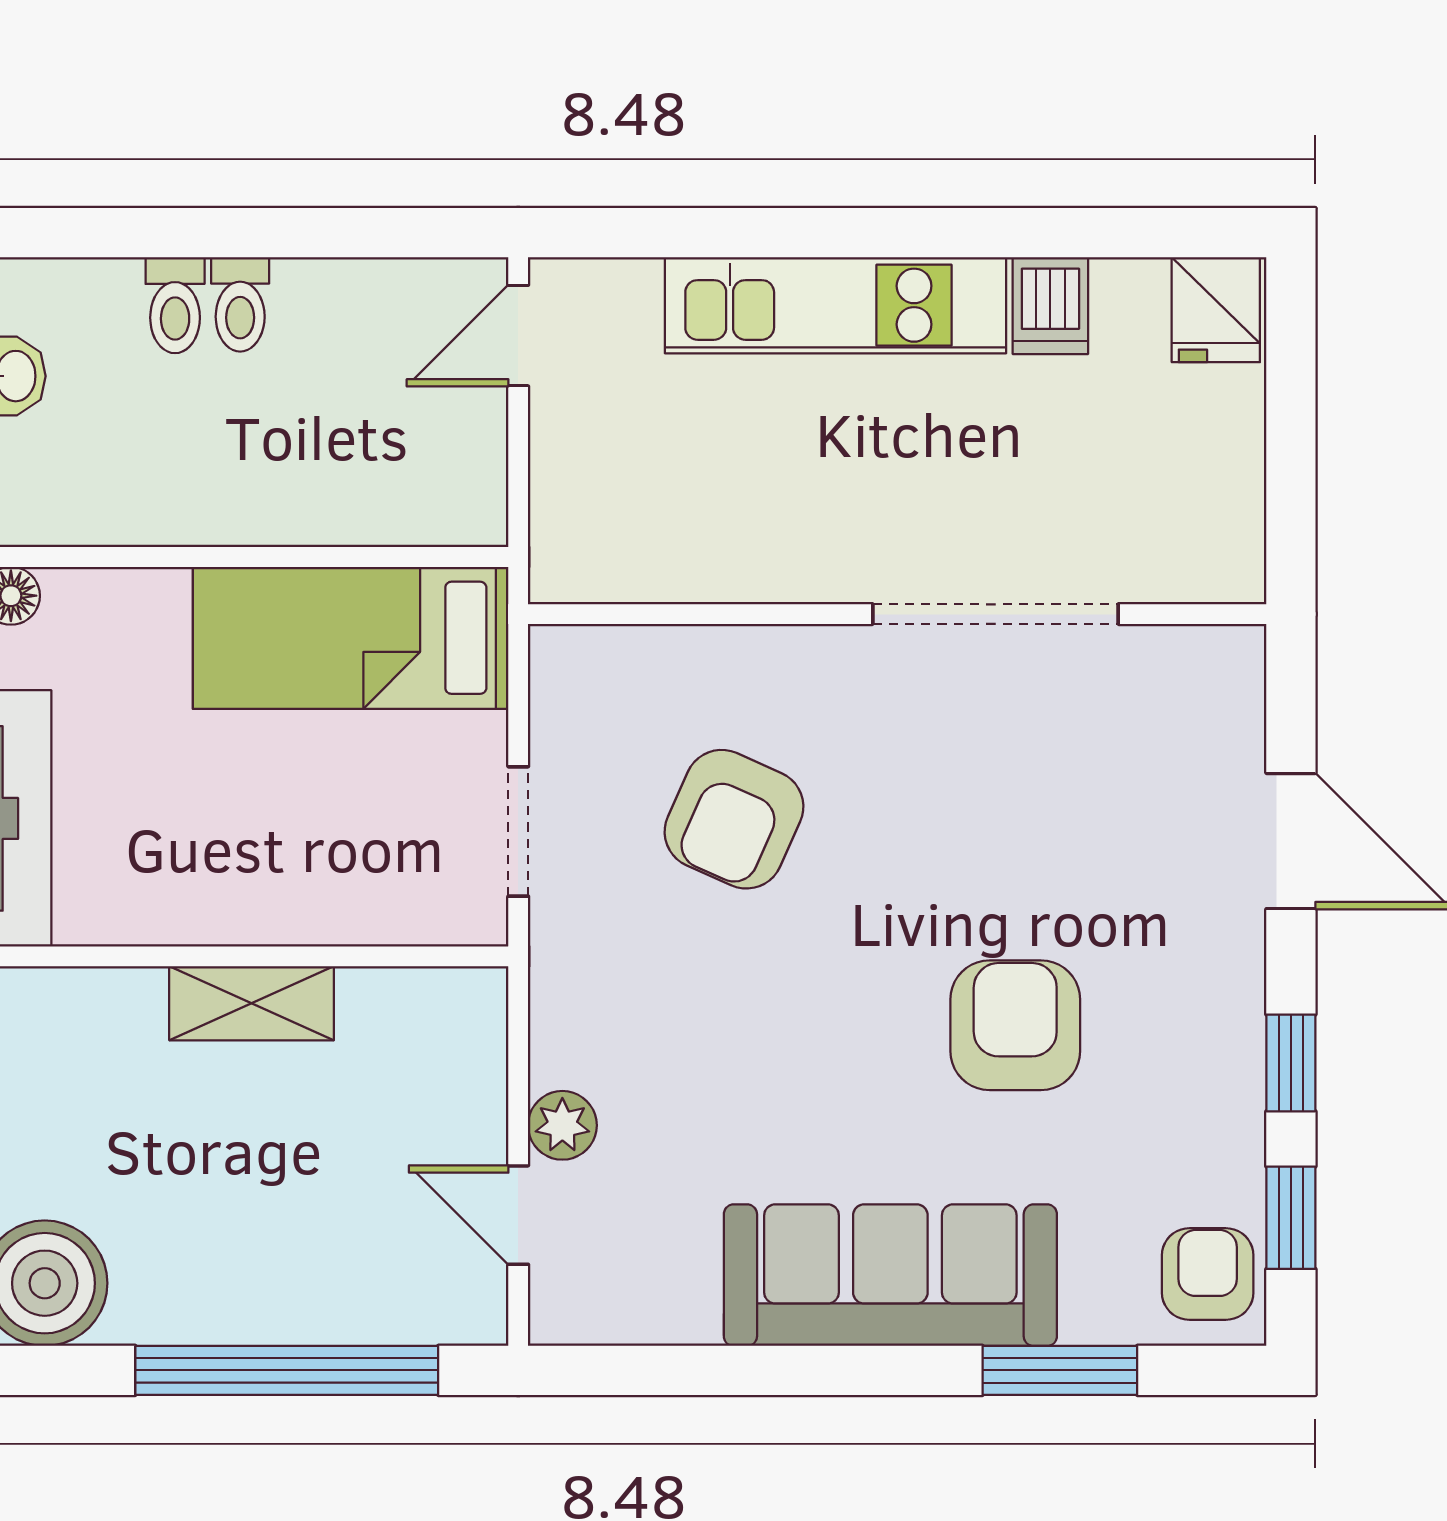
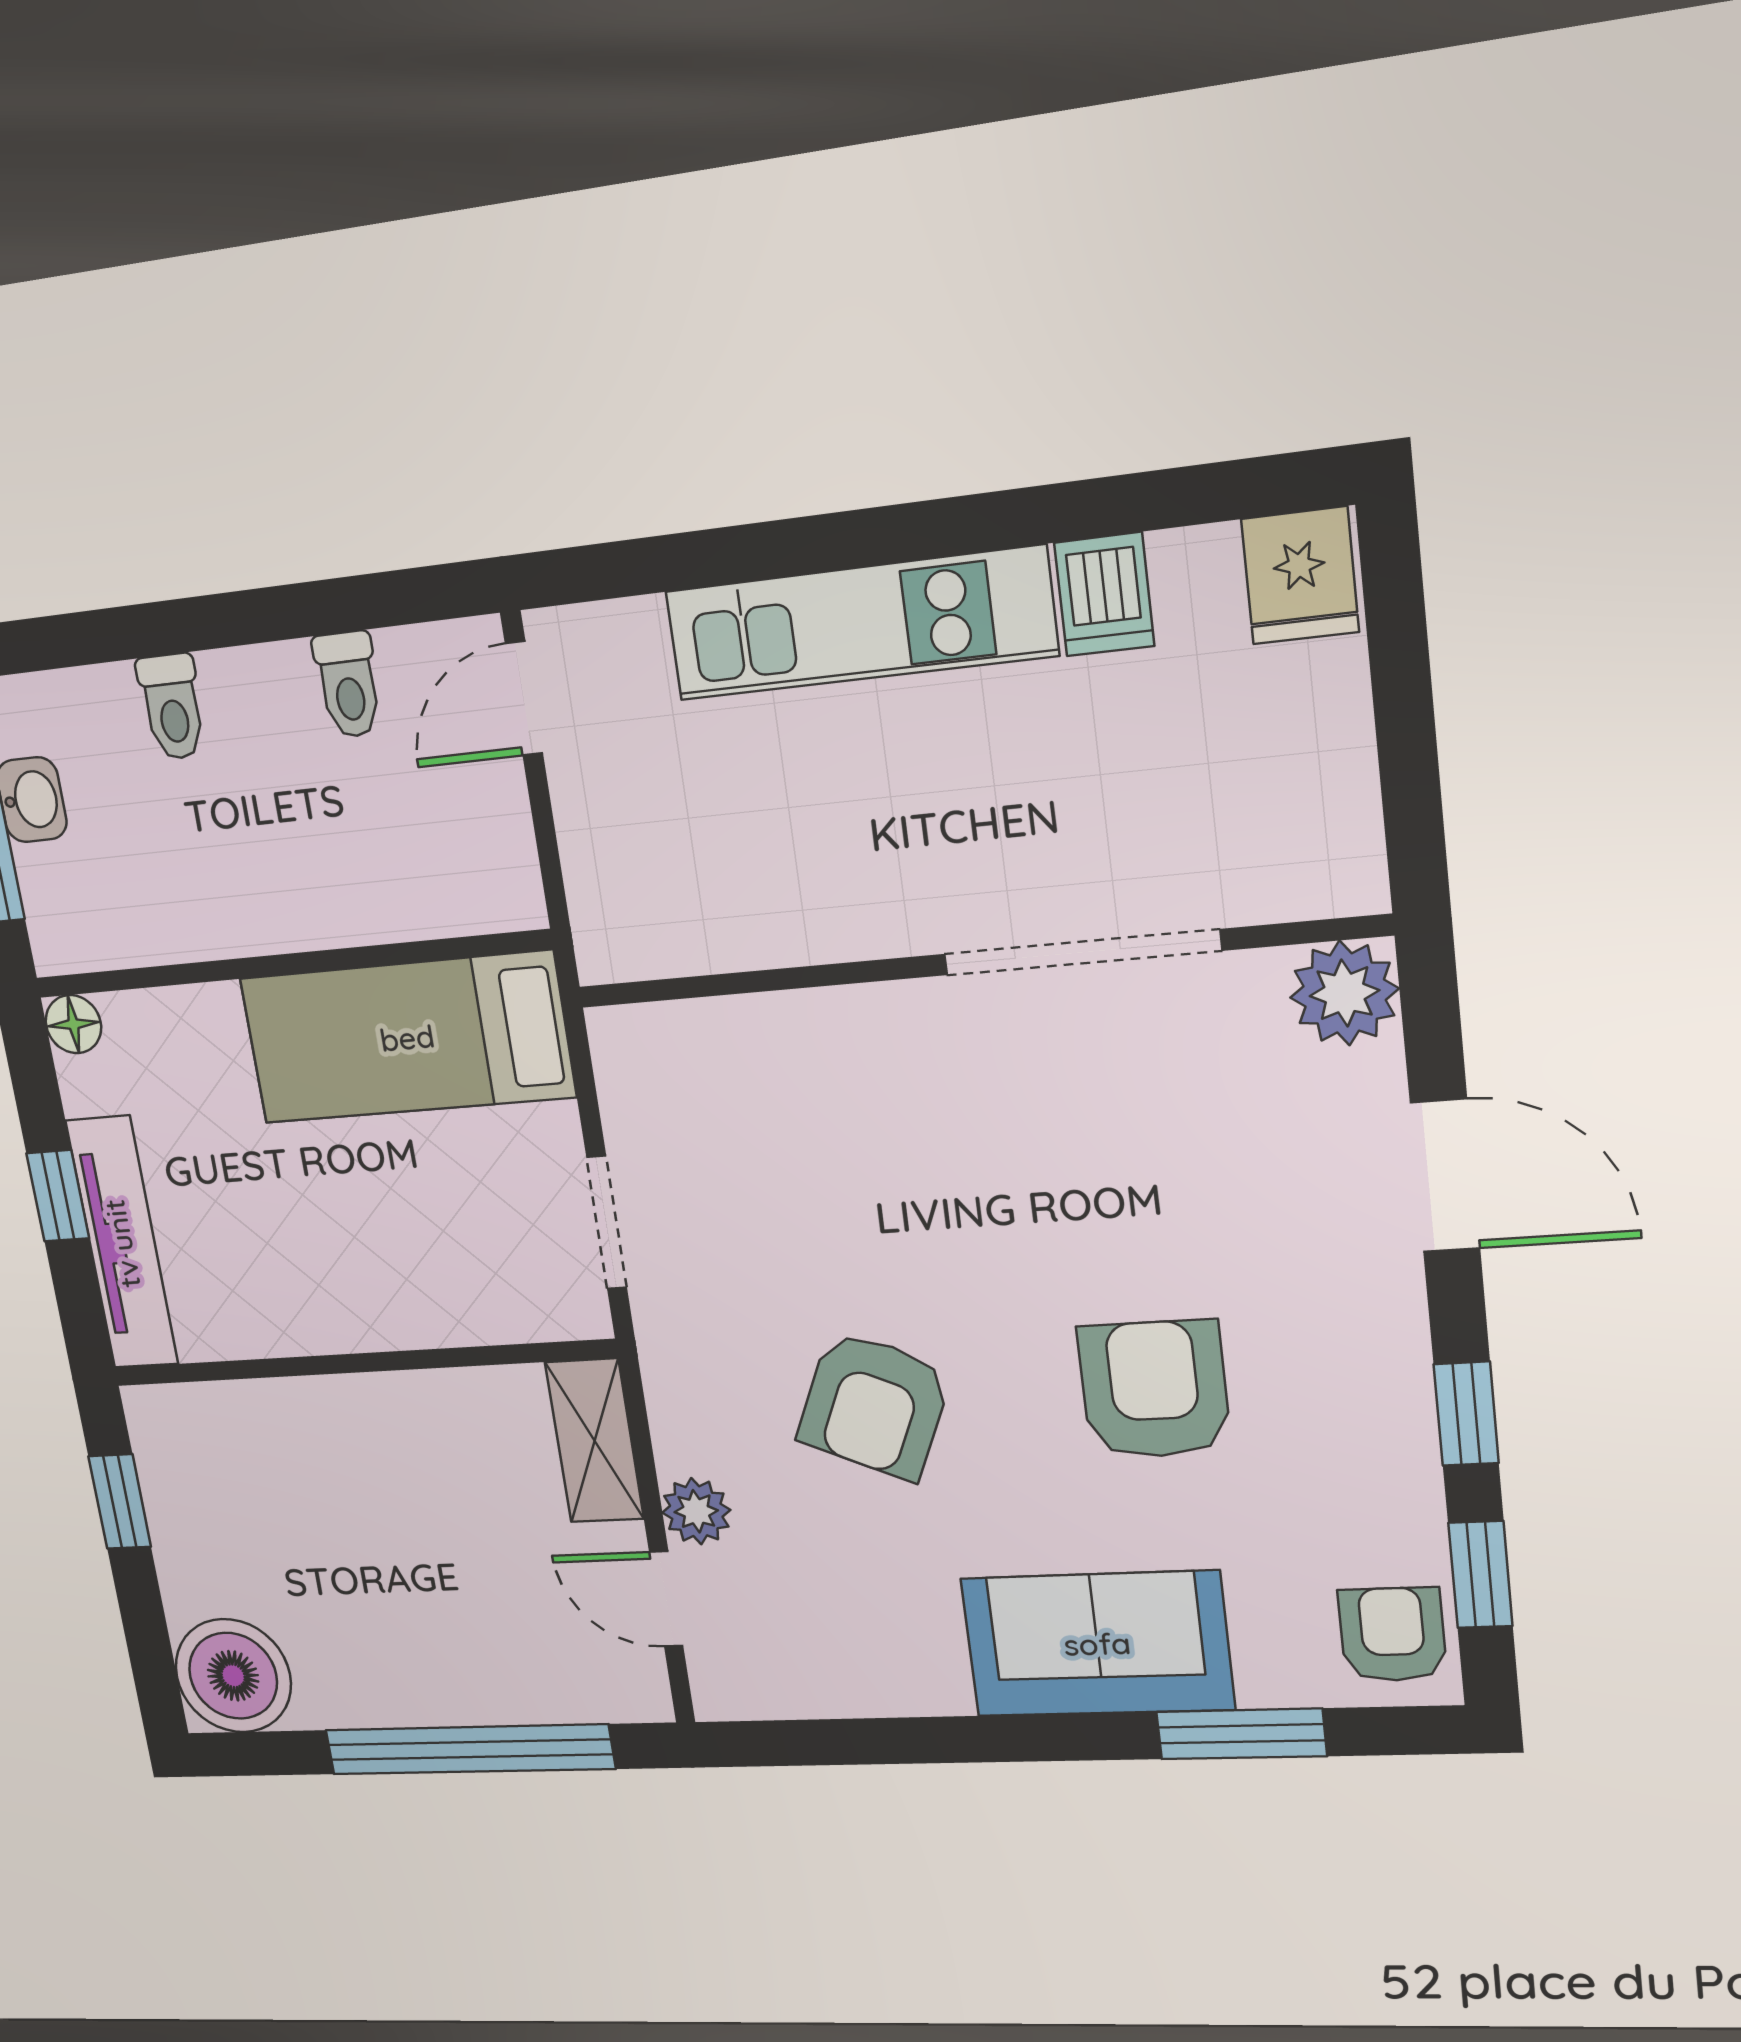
toilet: (240, 304) -> (348, 685), moved
plant: (1220, 671) -> (1345, 993), added
armchair: (734, 819) -> (874, 1405), moved
shelving: (252, 1003) -> (595, 1441), moved, turned 90
sofa: (890, 1275) -> (1097, 1644), width x0.73

